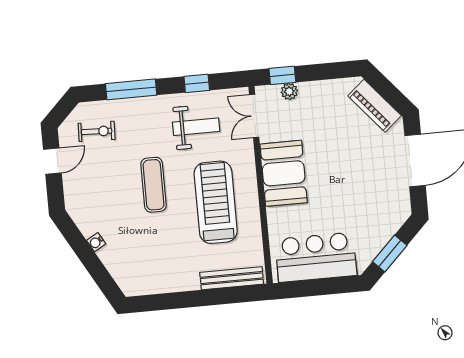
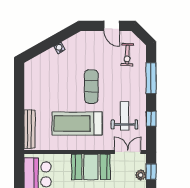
weight bench: (196, 127) -> (124, 116), turned 180
exercise mat: (154, 185) -> (91, 86), turned 90
treadmill: (216, 202) -> (77, 124), turned 180

